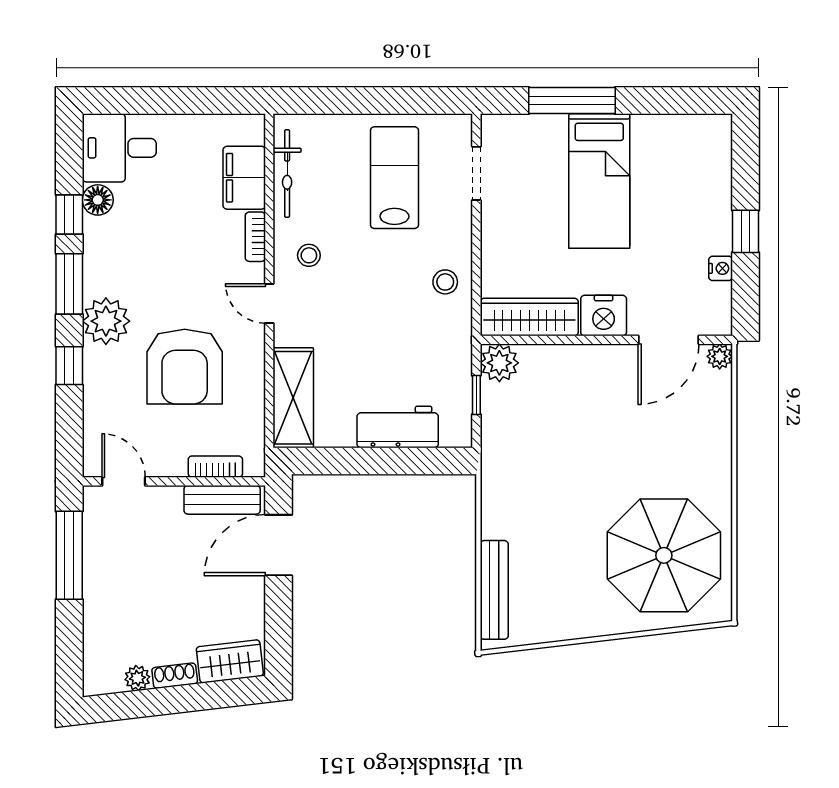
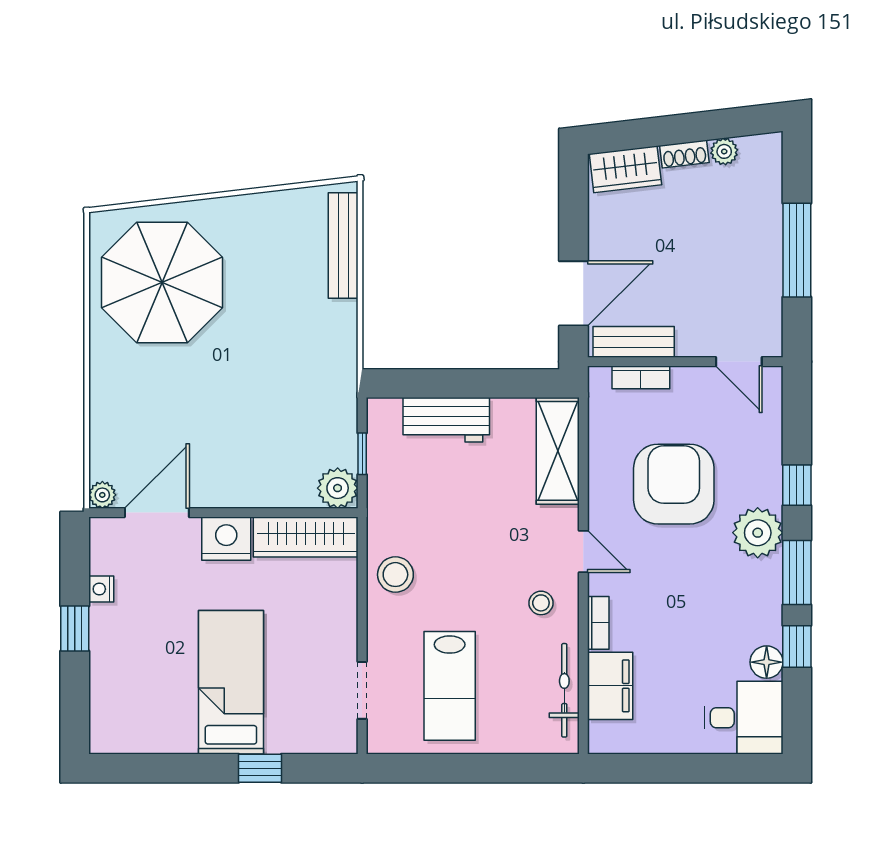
window: (572, 101) -> (260, 768), width x0.46
stool: (445, 282) -> (395, 575), width x1.37, depth x1.37
window: (69, 555) -> (797, 250), moved

